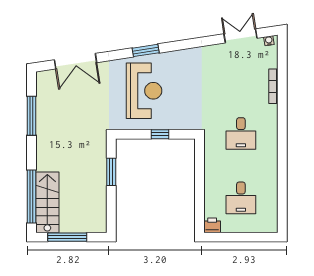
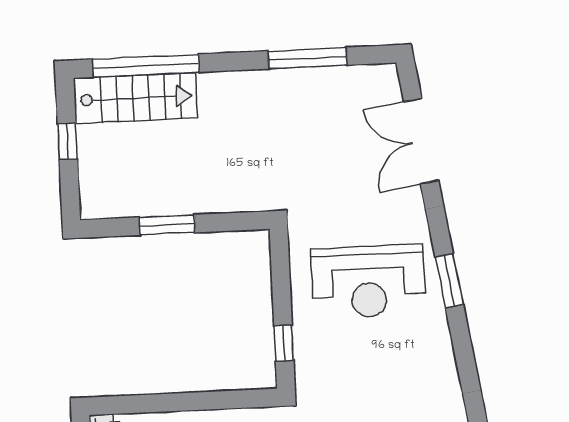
window: (160, 134) -> (284, 343), moved
window: (111, 172) -> (167, 225), moved
window: (67, 237) -> (67, 141), width x0.46

